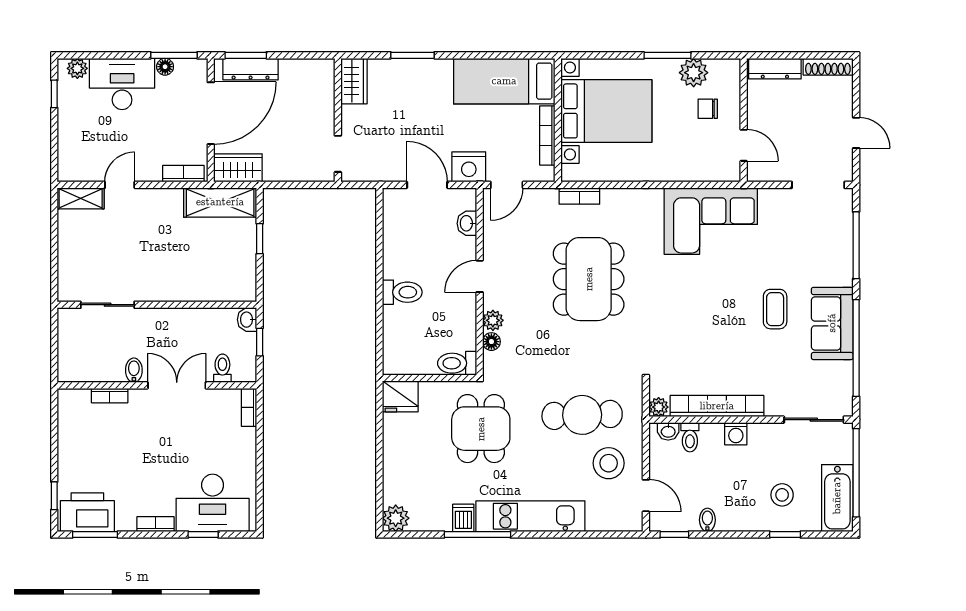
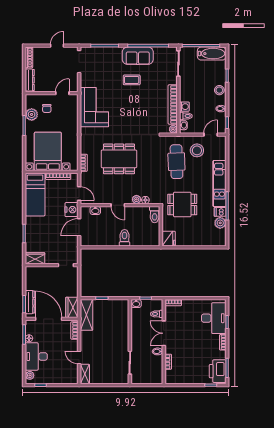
washing machine: (736, 434) -> (184, 107), moved
stool: (782, 495) -> (219, 90), moved
plant: (396, 518) -> (220, 223), moved

